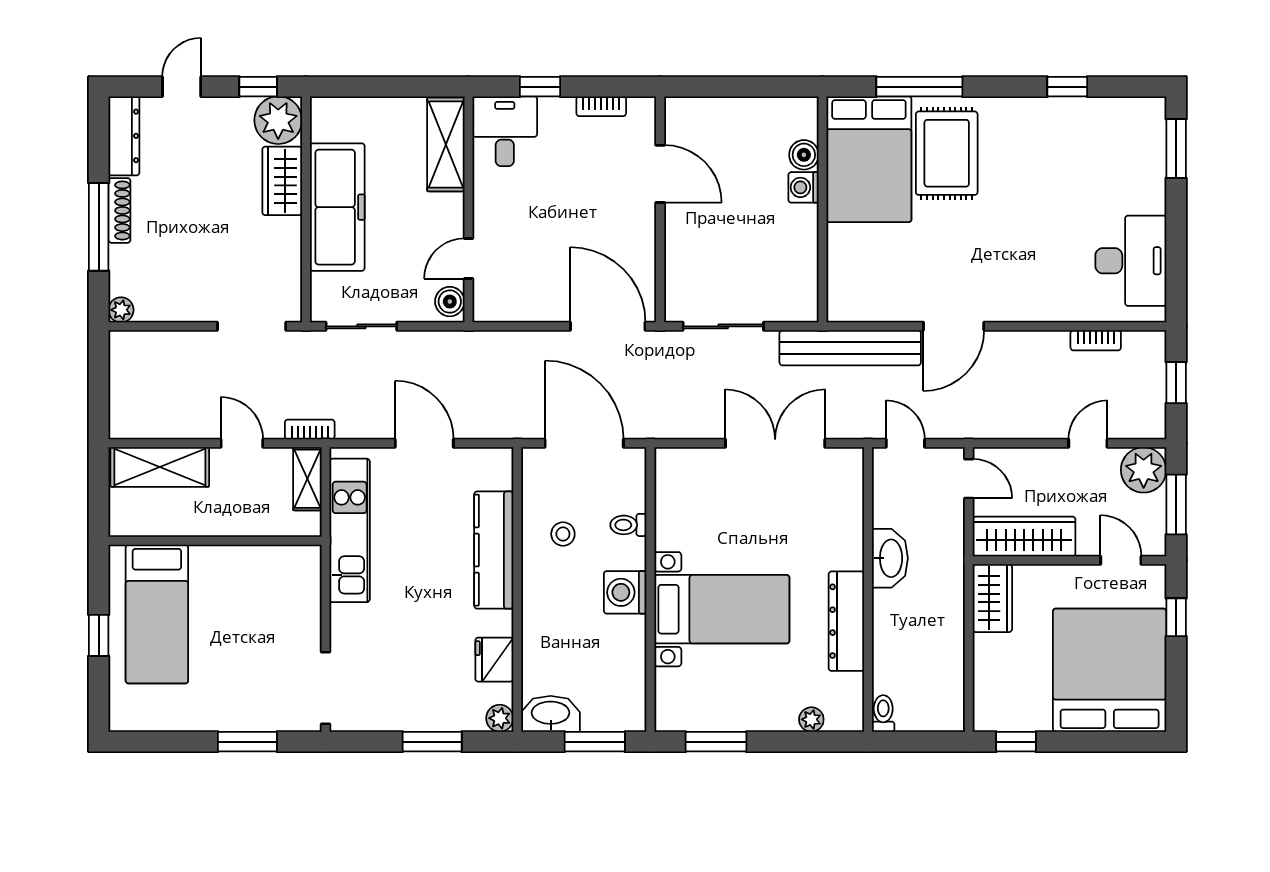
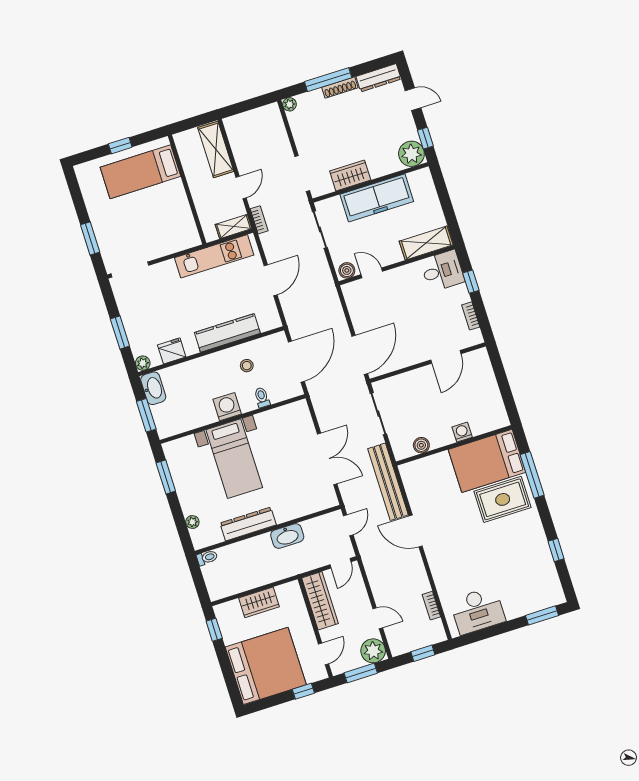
boiler: (804, 155) -> (421, 445), moved
wardrobe: (282, 181) -> (350, 175), moved
wardrobe: (992, 598) -> (259, 602), moved

